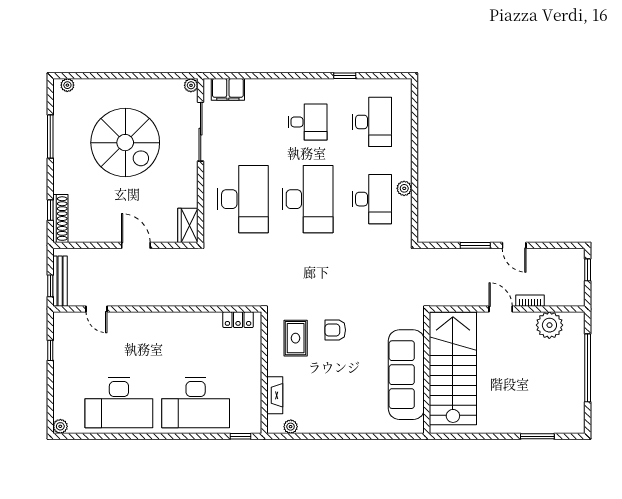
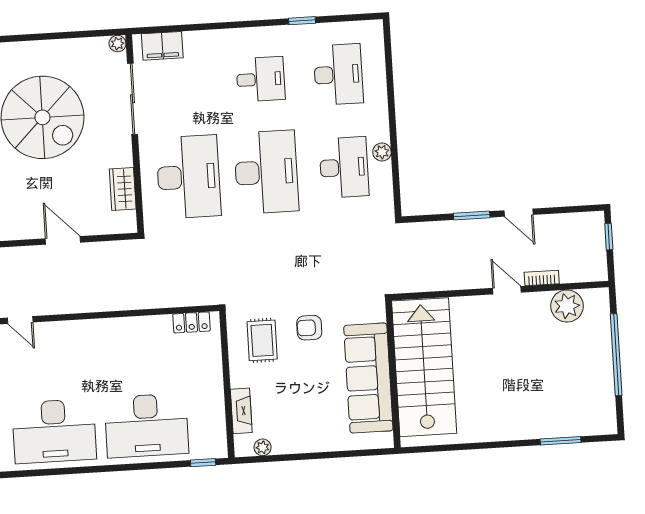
wardrobe: (188, 225) -> (123, 189), moved
stairs: (453, 369) -> (424, 367), moved
wall: (427, 373) -> (393, 374), moved
sofa: (406, 375) -> (368, 378), moved

